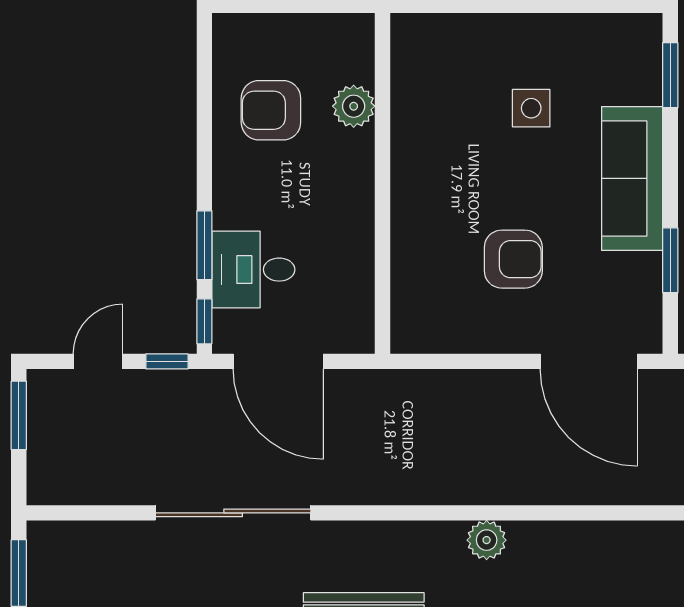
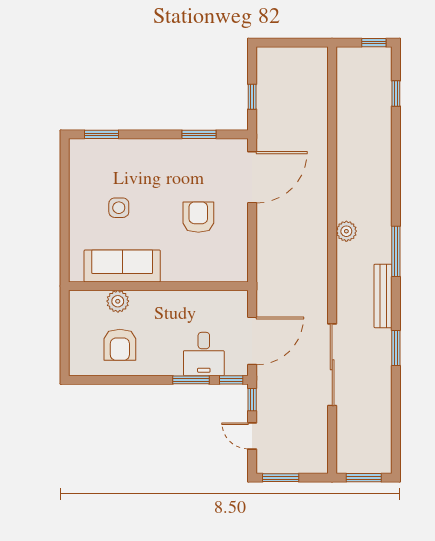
sofa: (632, 178) -> (122, 266), moved, turned 180

